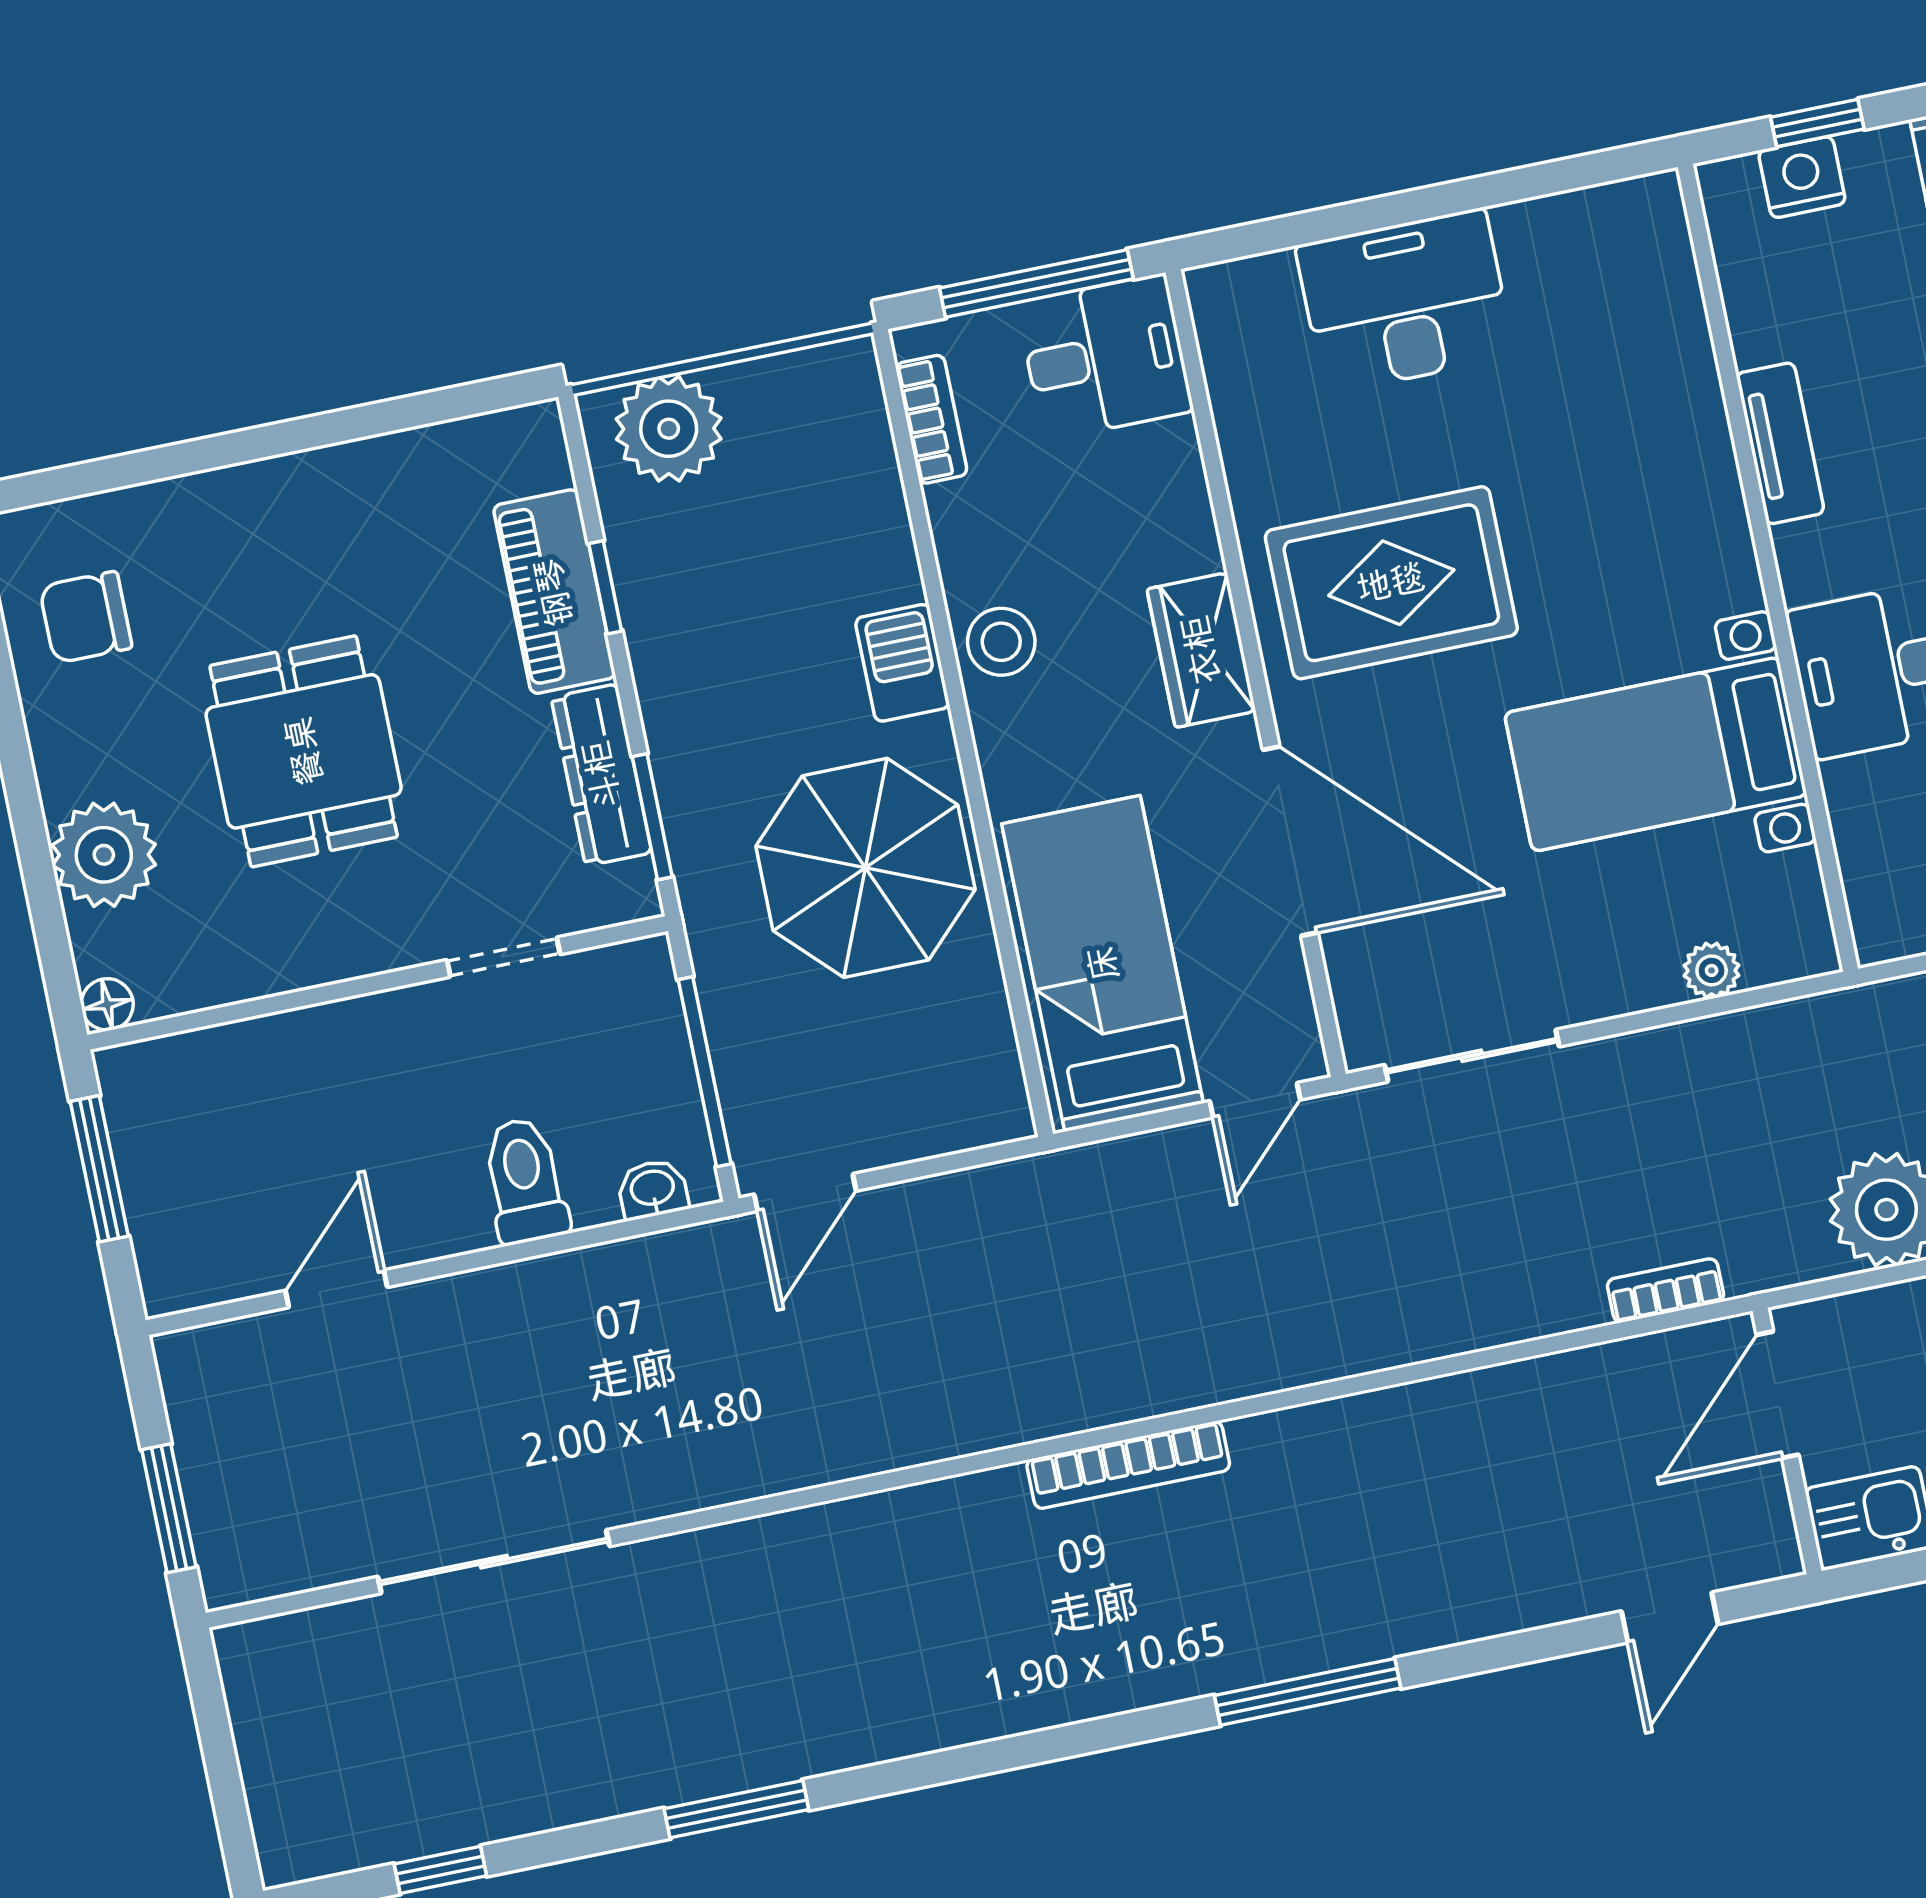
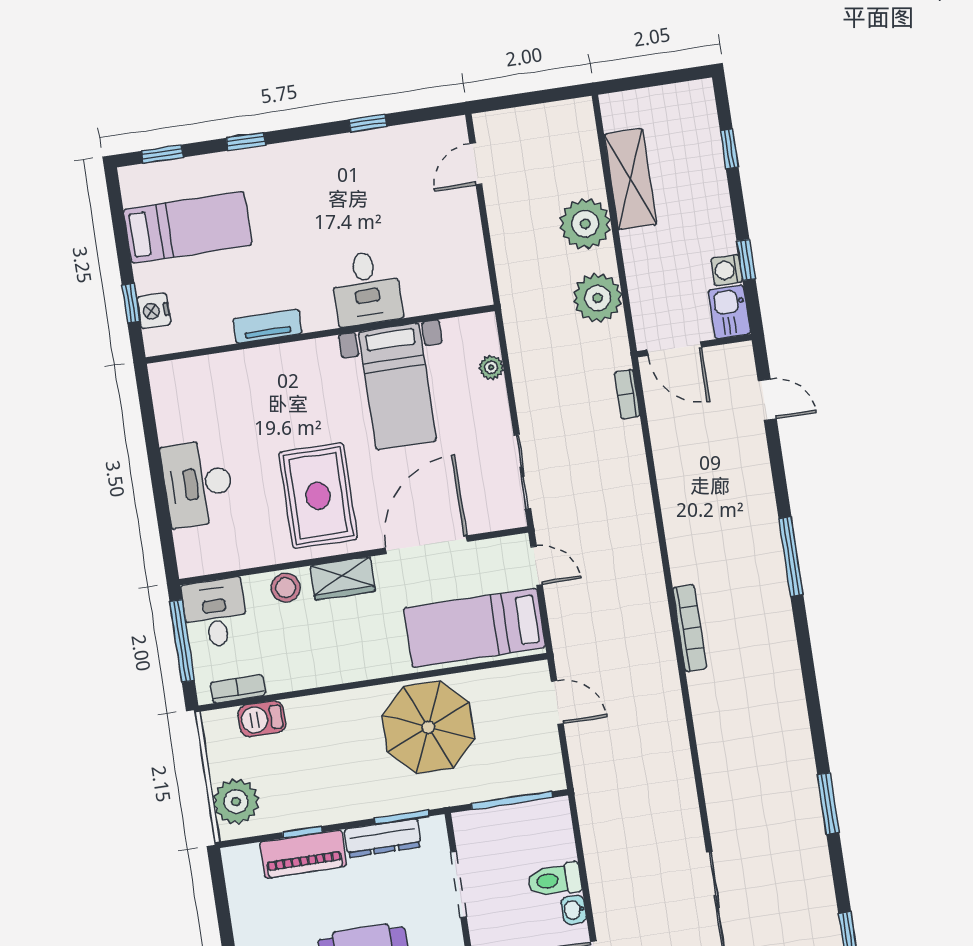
stool: (1001, 642) -> (286, 588), moved
barbecue: (902, 663) -> (262, 719), moved
doorway: (503, 957) -> (458, 884), width x1.38
washbasin: (653, 1189) -> (574, 910), moved
door: (805, 1193) -> (557, 702), moved

